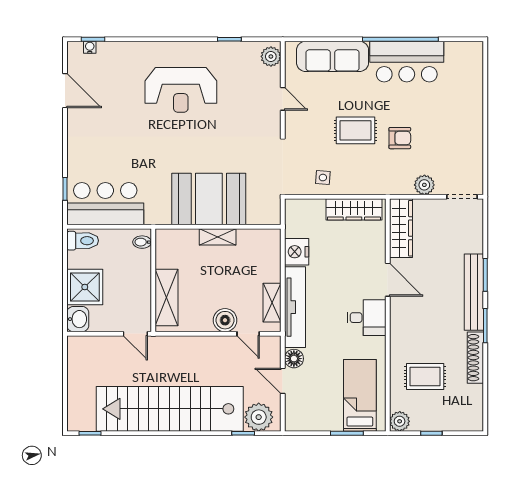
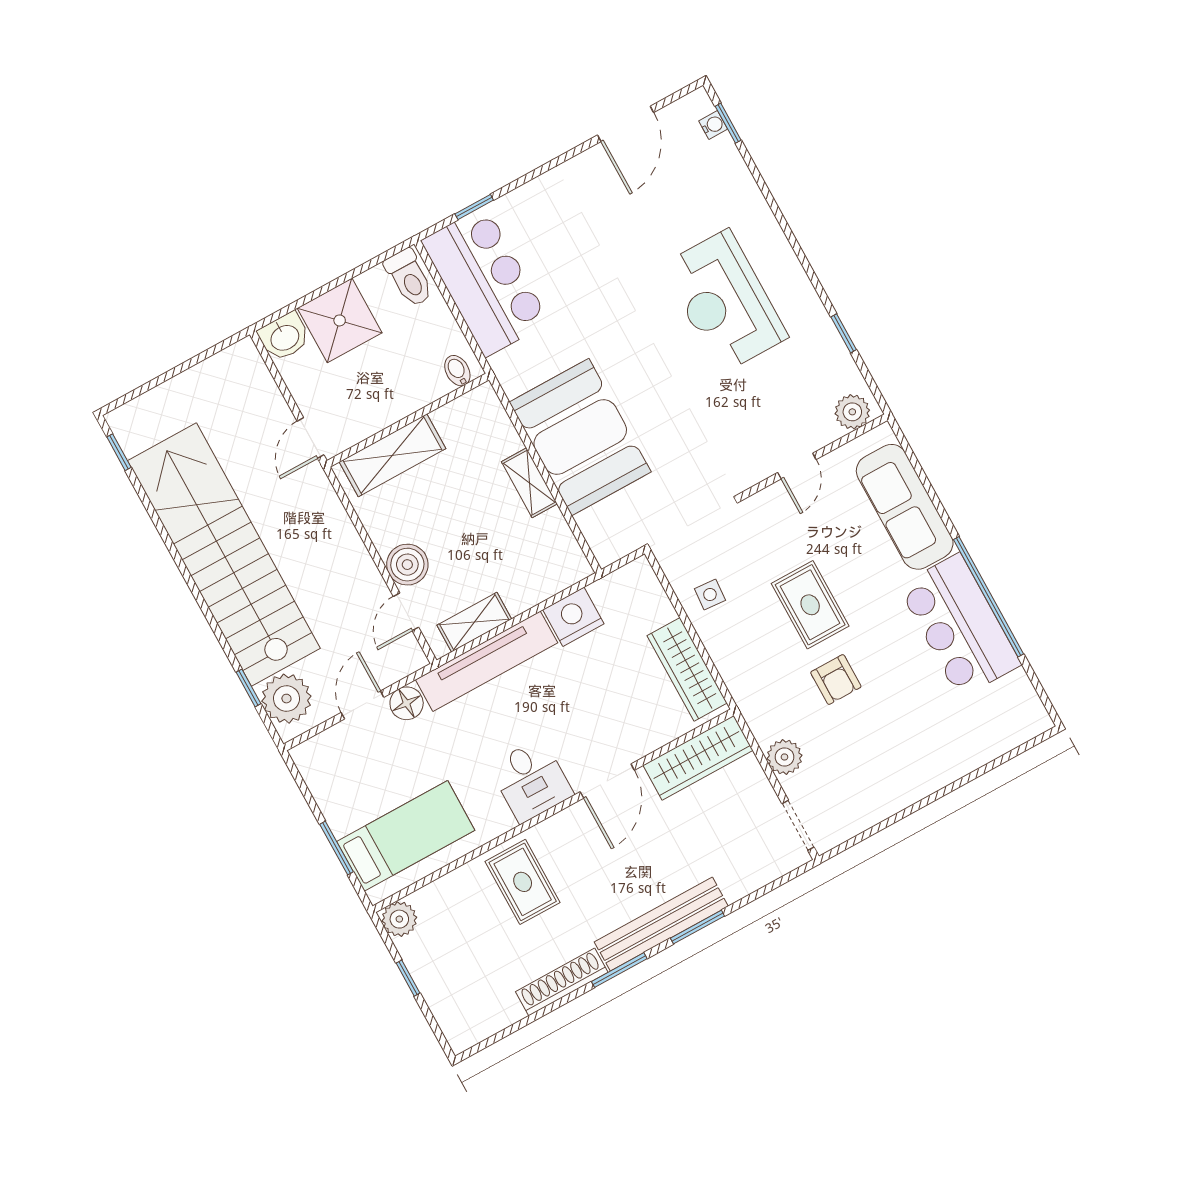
rug: (425, 377) -> (523, 882), moved

